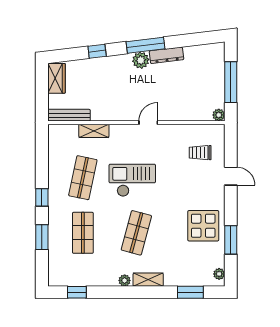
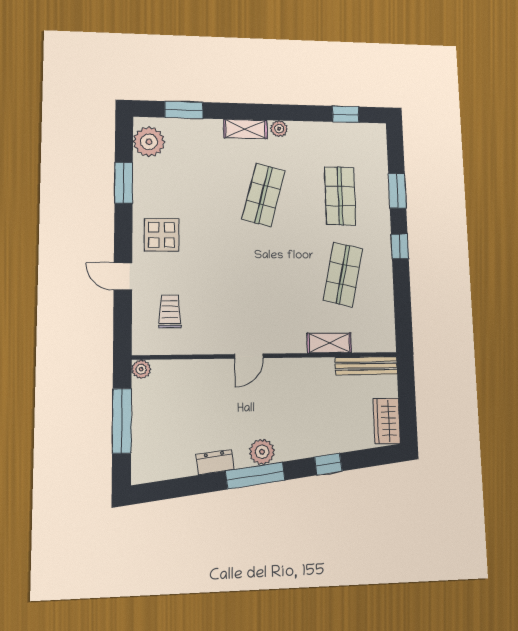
dresser: (166, 55) -> (215, 462), width x0.70
trolley: (200, 153) -> (170, 312), turned -90
checkout: (132, 180) -> (271, 270), removed
display table: (203, 226) -> (162, 235), moved, width x0.73, depth x0.73
plant: (219, 274) -> (149, 142), width x1.87, depth x1.87

